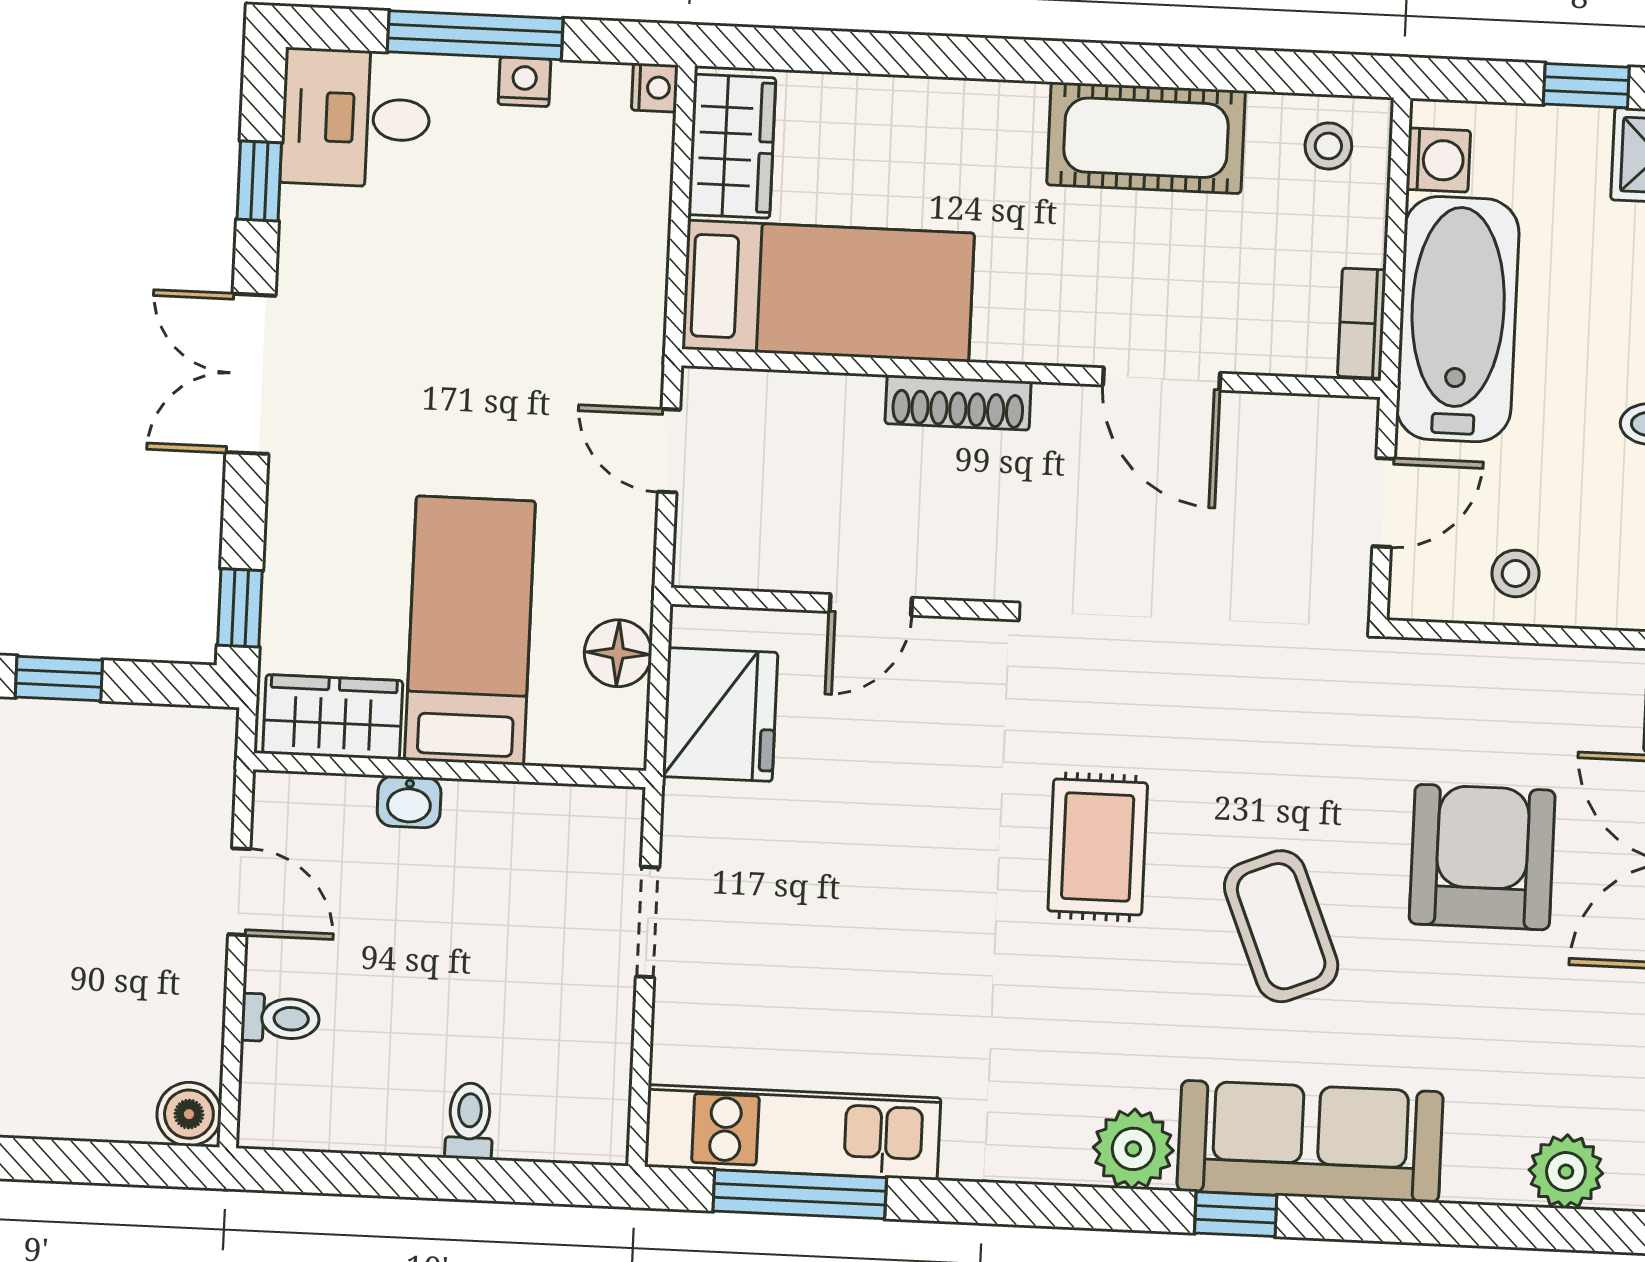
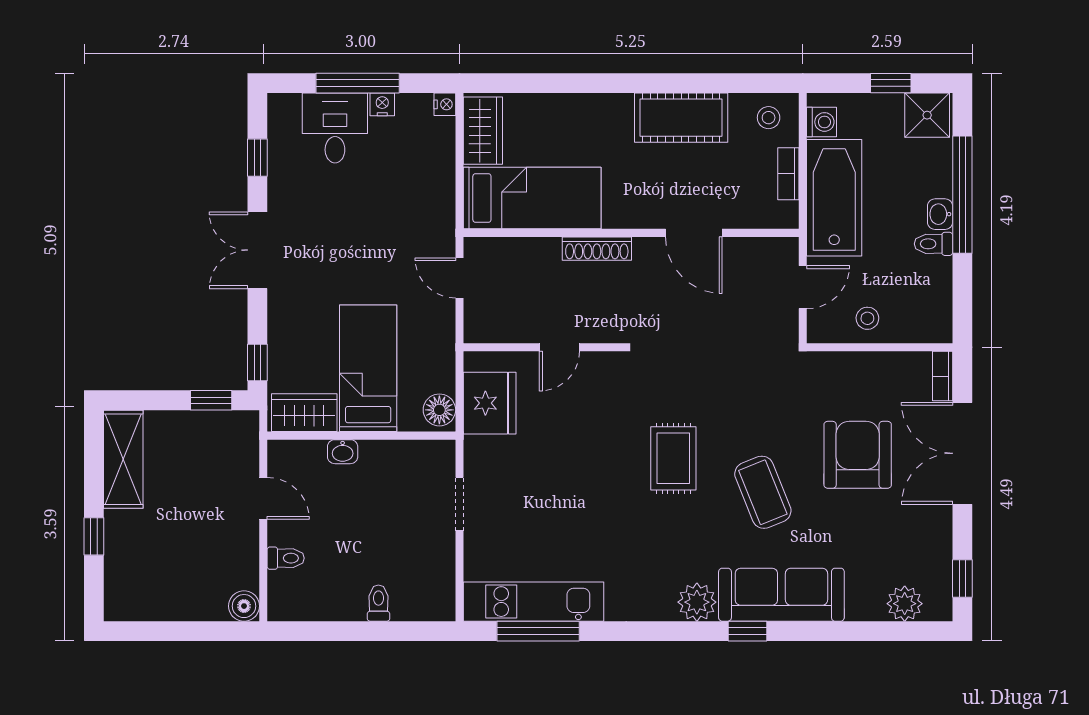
desk: (356, 118) -> (335, 128), moved, turned 90
bookcase: (1362, 323) -> (788, 174), moved
floor lamp: (618, 653) -> (439, 410), moved
window: (59, 679) -> (211, 400), moved

